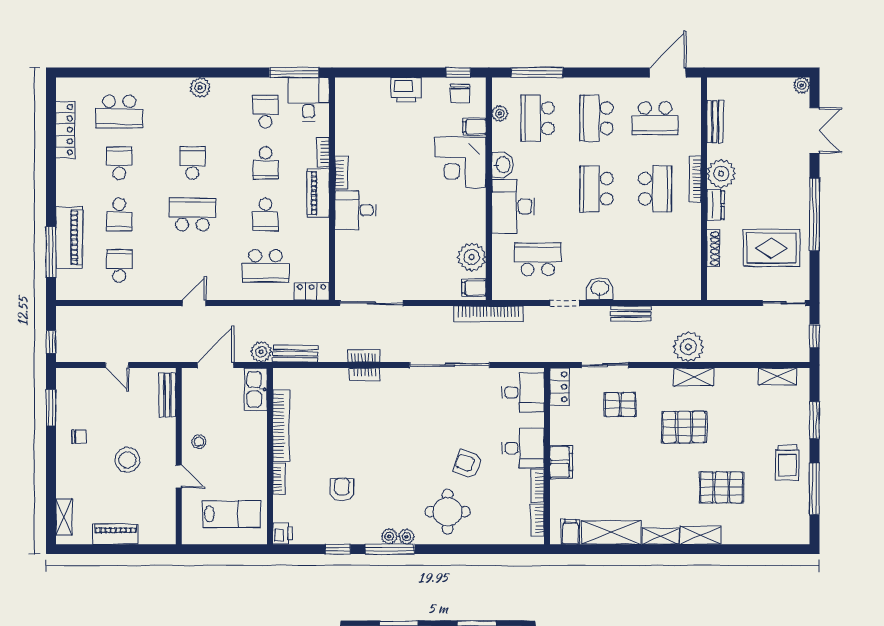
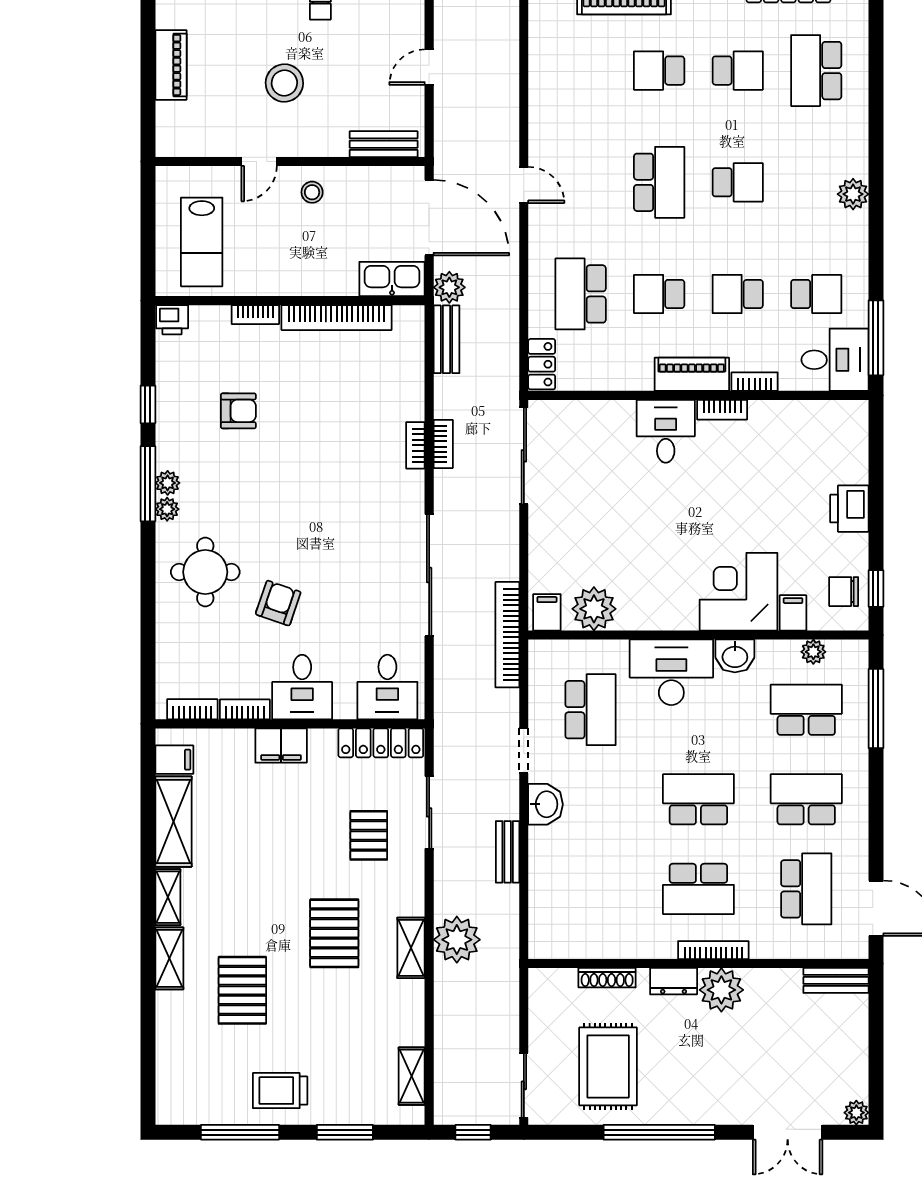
school desk: (655, 118) -> (806, 889), turned 180
bench: (715, 121) -> (836, 980), moved
school desk: (119, 266) -> (581, 71), removed
door: (216, 365) -> (429, 218), width x1.36
locker: (559, 387) -> (381, 743), width x1.53

